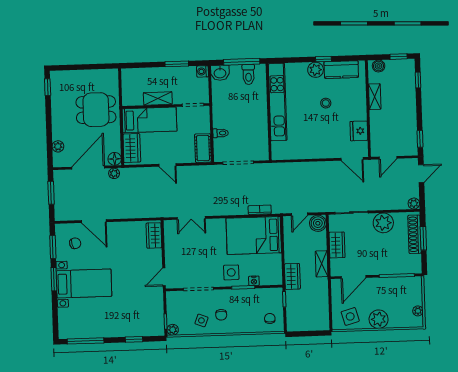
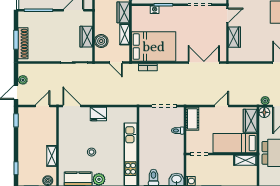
shelving: (158, 98) -> (245, 160), moved
fridge: (359, 131) -> (98, 114), moved, turned 90
door: (167, 165) -> (222, 106), hinge flipped
plant: (414, 204) -> (23, 80), moved
door: (299, 214) -> (116, 63), swing flipped
double door: (191, 218) -> (204, 63), width x1.37
boiler: (318, 223) -> (101, 41), moved
plant: (383, 223) -> (48, 53), removed
wardrobe: (154, 235) -> (234, 37), moved
shelving: (322, 264) -> (125, 34), moved
side table: (231, 272) -> (173, 17), removed

